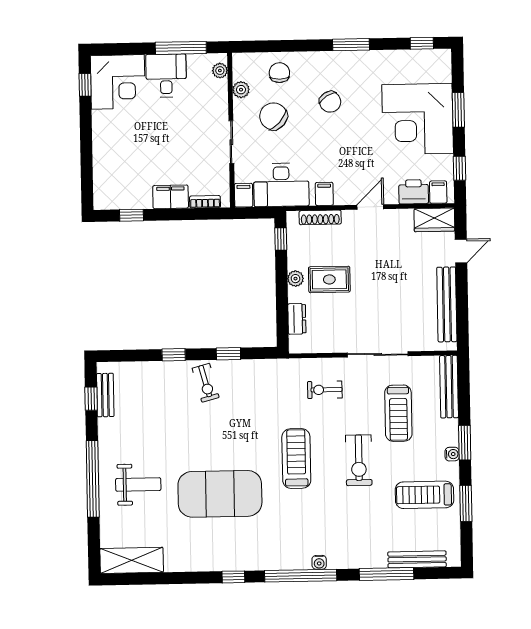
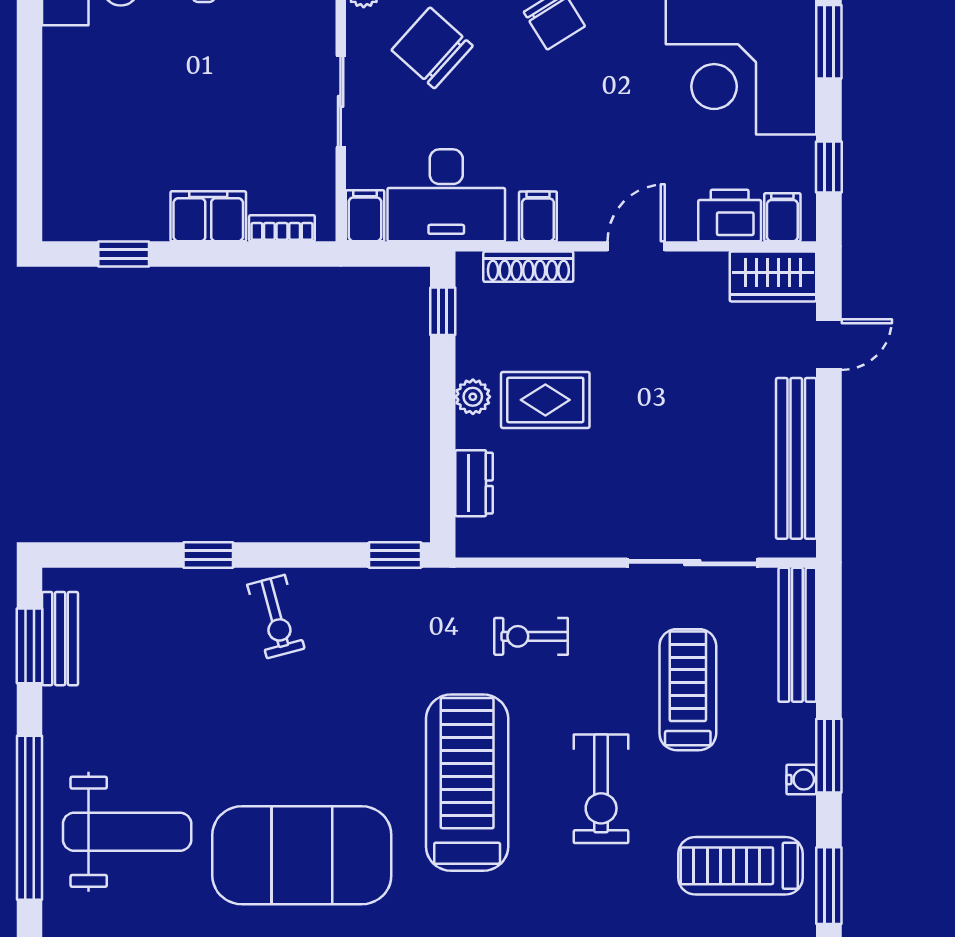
window: (228, 354) -> (395, 555), moved
sliding door: (378, 354) -> (692, 563), moved
window: (91, 399) -> (30, 646), width x1.50
treadmill: (398, 413) -> (688, 690), turned 180
treadmill: (296, 459) -> (467, 783), width x1.37, depth x1.38
weight bench: (138, 484) -> (127, 832), width x1.36, depth x1.33

